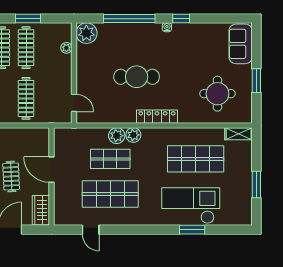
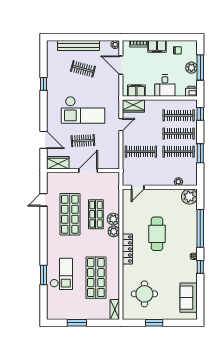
sofa: (241, 44) -> (189, 298), moved, turned -90
checkout: (191, 206) -> (61, 274), width x0.73, depth x0.83

